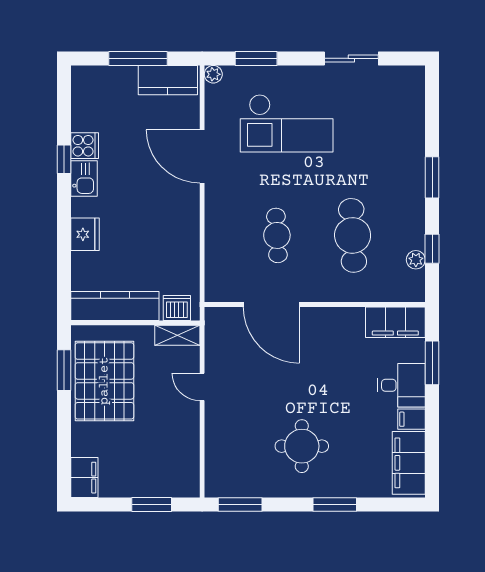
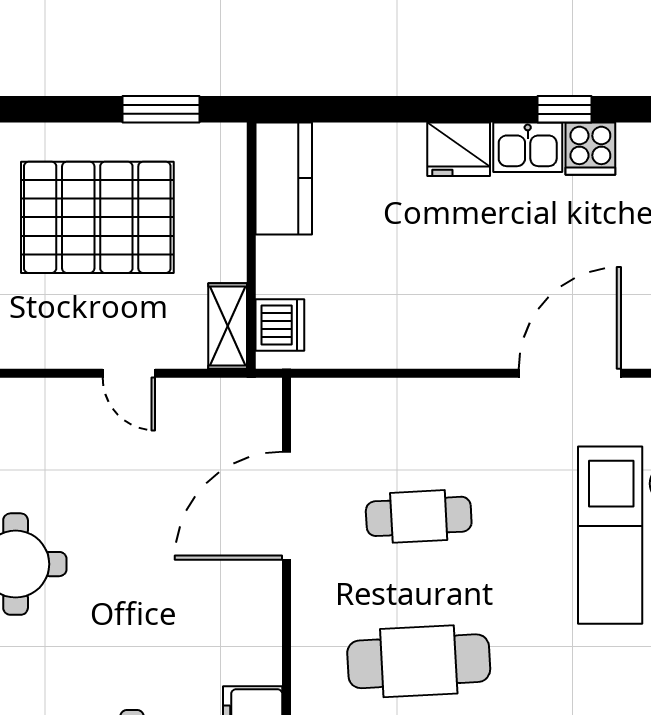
fridge: (85, 234) -> (459, 149), moved
kitchen counter: (115, 306) -> (284, 178), width x0.67
pallet: (104, 381) -> (97, 217), moved
door: (202, 387) -> (129, 373), swing flipped

